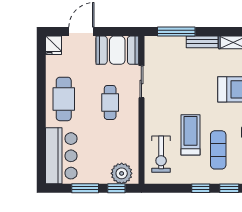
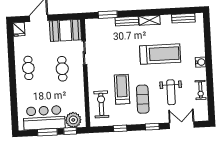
window: (176, 32) -> (108, 15), width x0.69
cafe table: (64, 99) -> (28, 68), width x0.73, depth x0.74
exercise bike: (161, 154) -> (101, 104), turned 180
bar counter: (61, 156) -> (44, 118), moved, turned -90
window: (201, 188) -> (120, 128), moved

